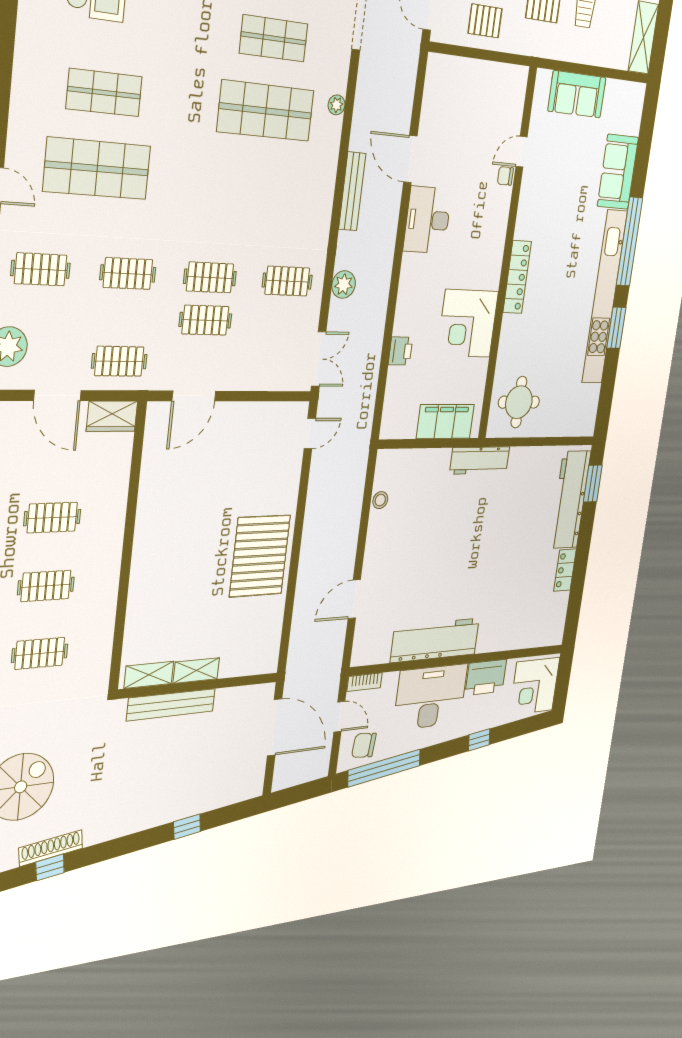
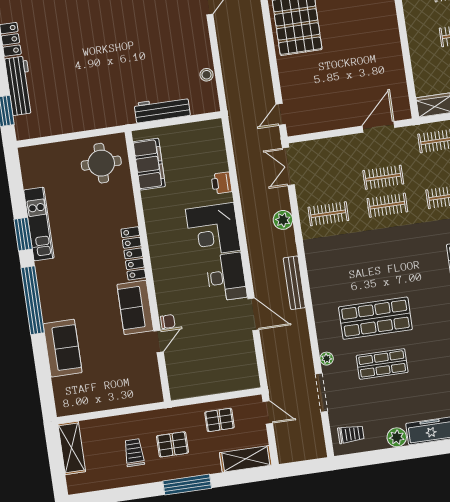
sofa: (577, 94) -> (135, 307), moved, turned -90
plant: (337, 105) -> (327, 359), moved
kitchen unit: (605, 297) -> (39, 224), width x0.54
corner desk: (468, 324) -> (213, 230), moved, turned 180
filing cabinet: (445, 422) -> (149, 164), moved, turned -90
workbench: (480, 460) -> (162, 109), moved
workbench: (570, 500) -> (19, 86), width x0.73, depth x0.76

